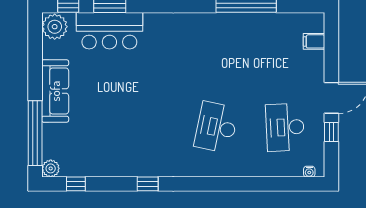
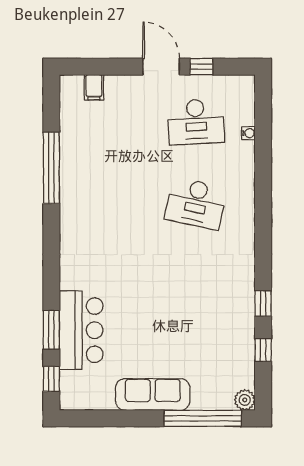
plant: (55, 27) -> (76, 395), removed
water cooler: (309, 172) -> (248, 133), moved
window: (76, 184) -> (263, 350), moved
window: (148, 184) -> (263, 304), moved

